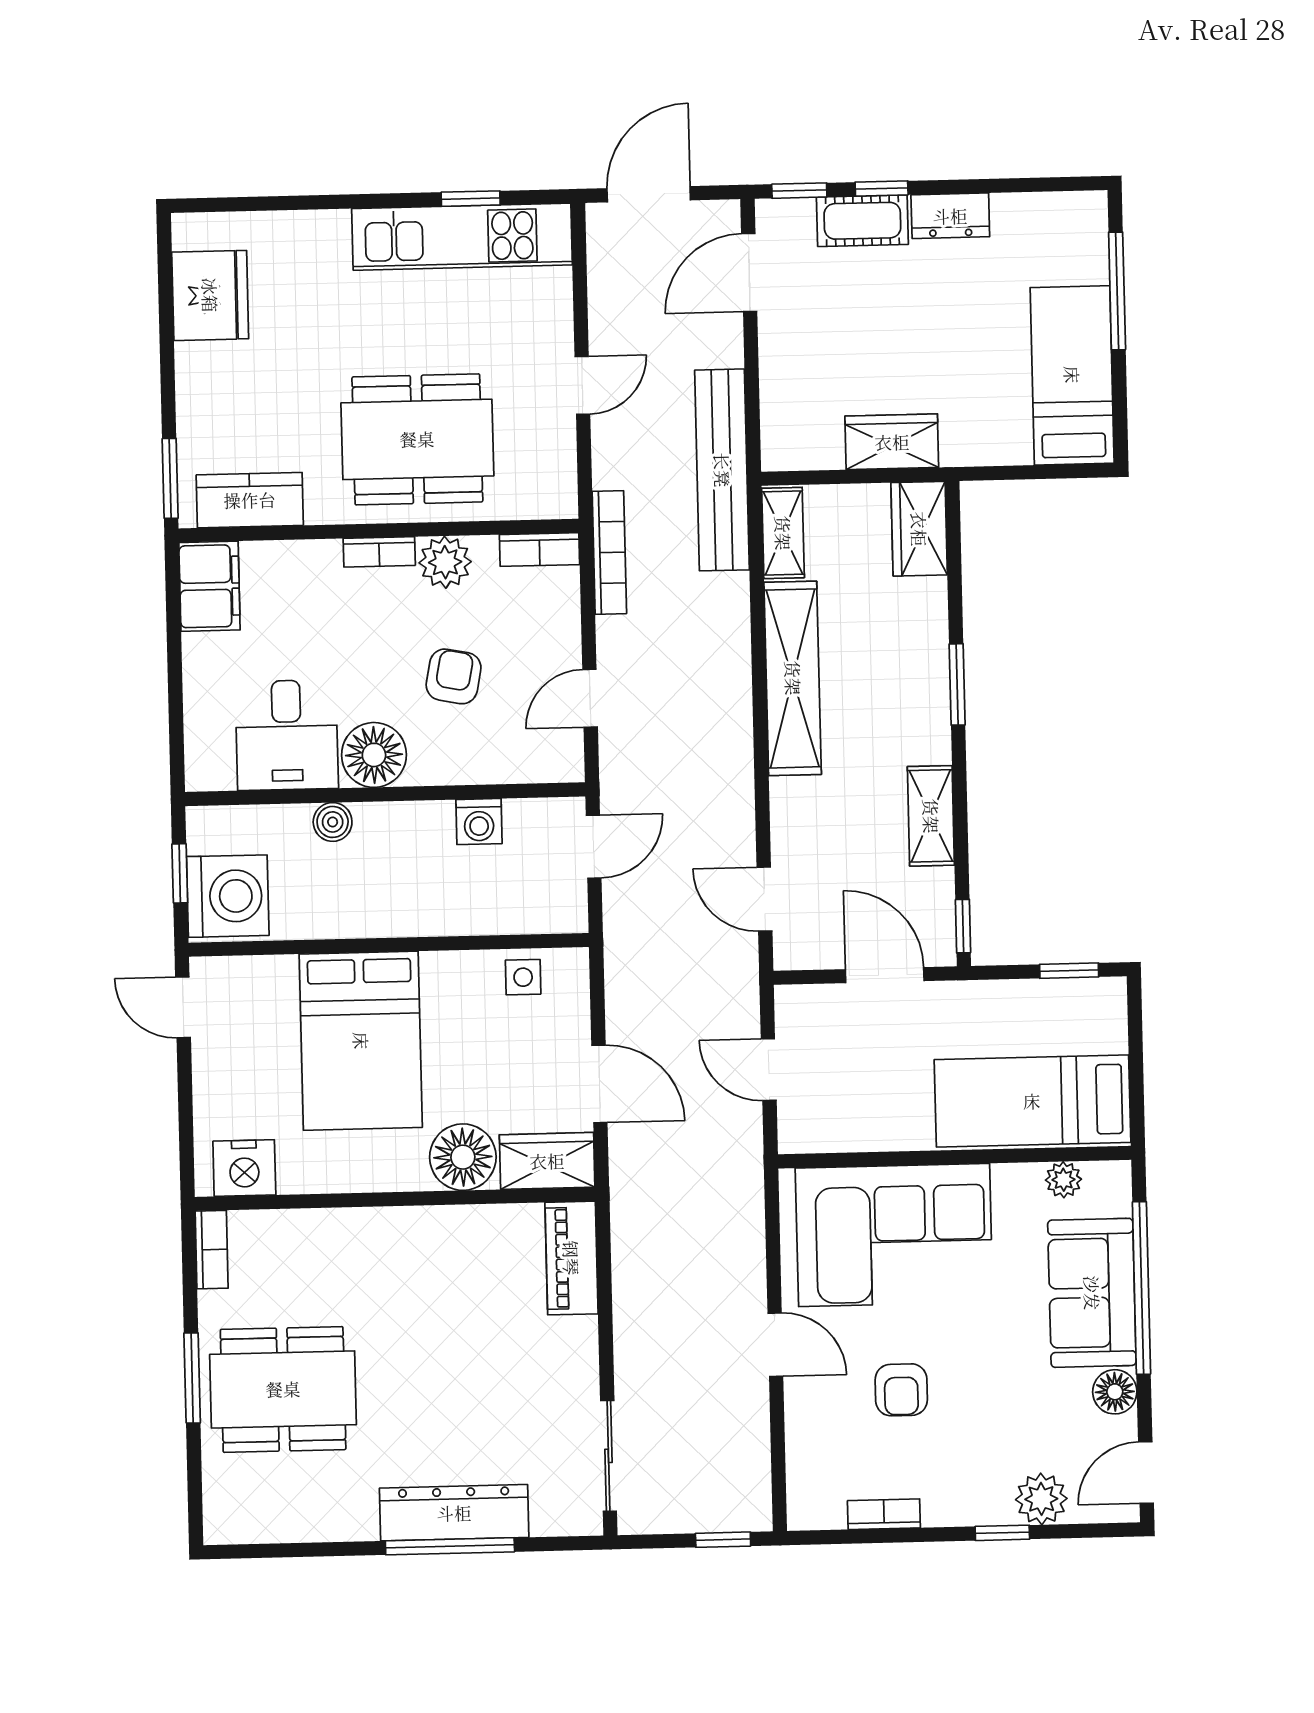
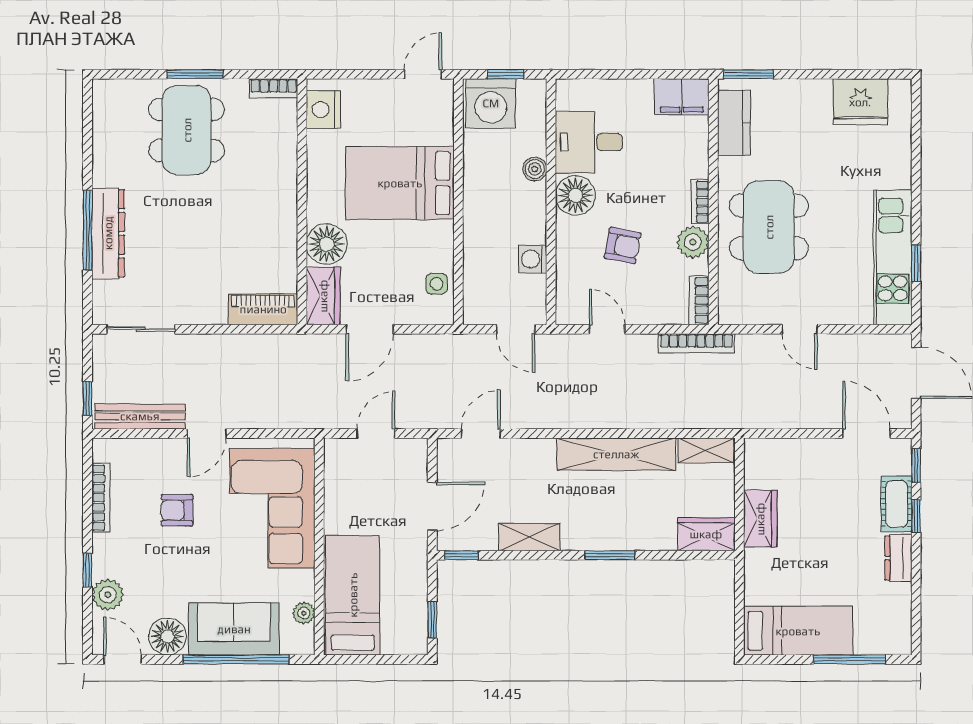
bench: (722, 470) -> (140, 416), moved, width x0.73, depth x0.82
floor lamp: (1115, 1392) -> (167, 636), width x1.38, depth x1.38
bookcase: (884, 1514) -> (101, 498), width x1.56

